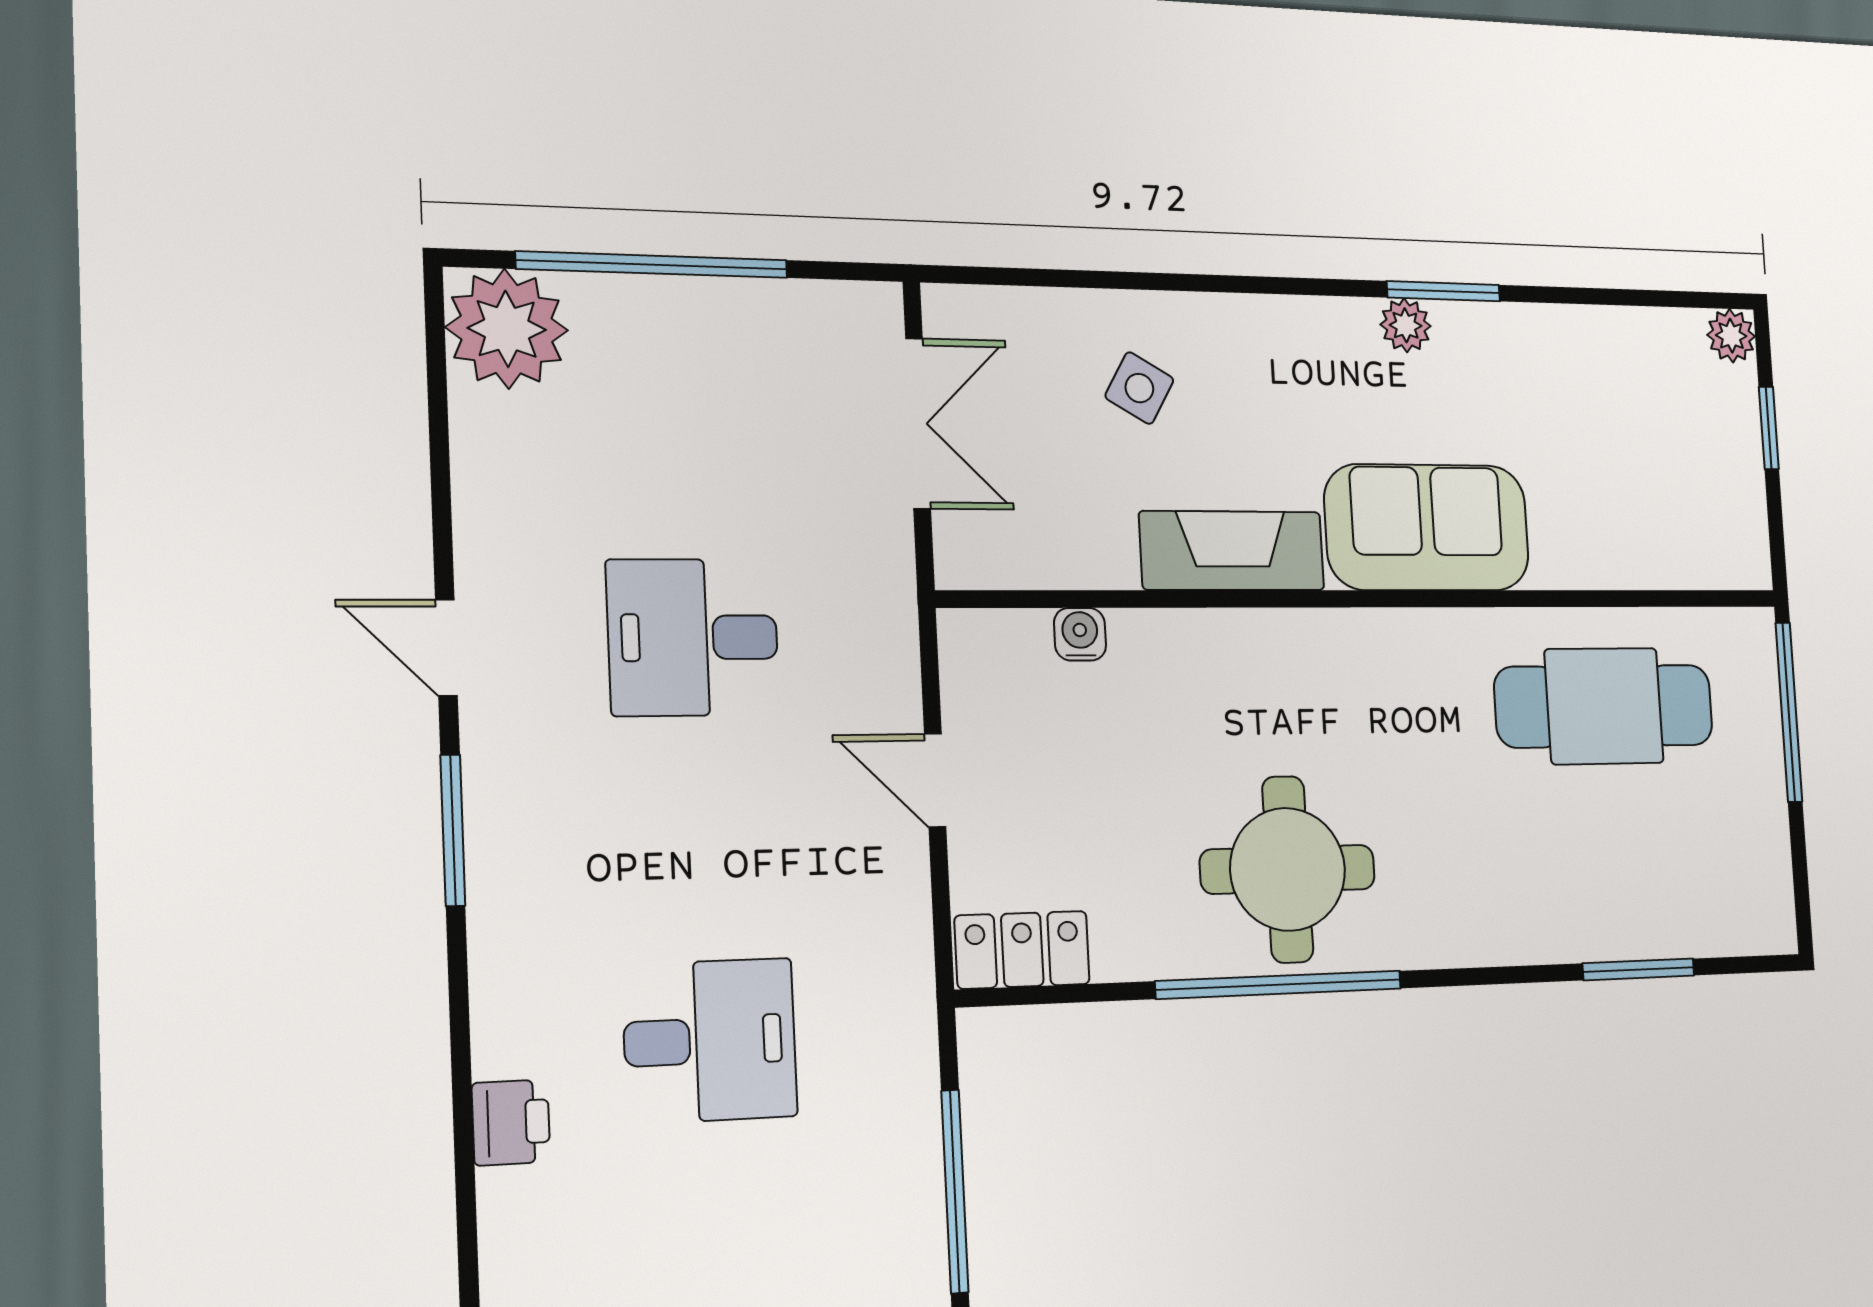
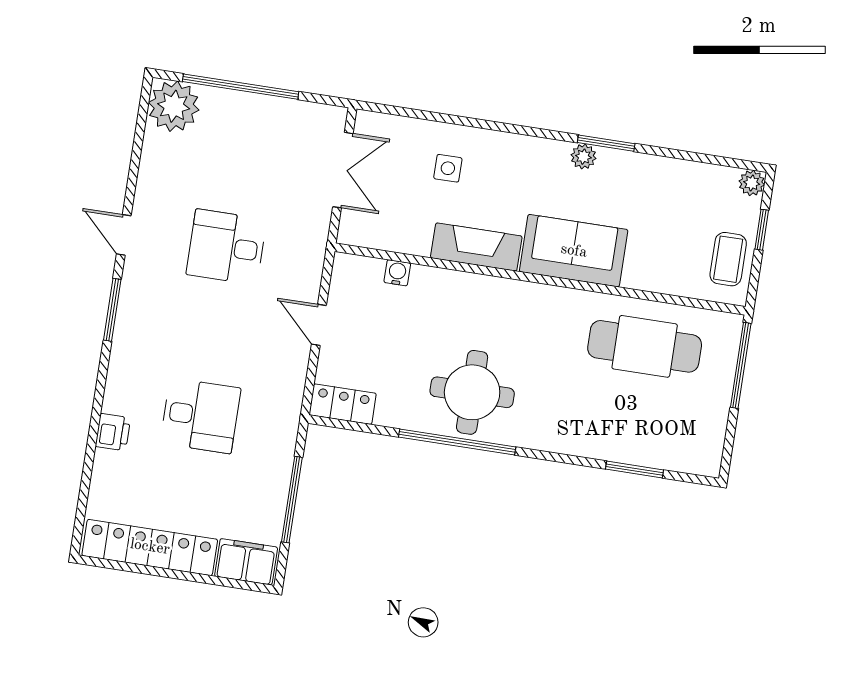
side table: (1139, 388) -> (448, 168), turned -30
coffee table: (1721, 498) -> (728, 259), added

